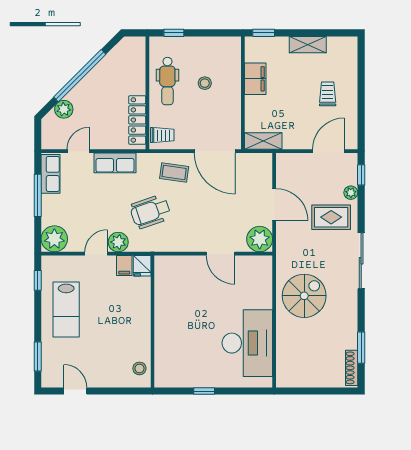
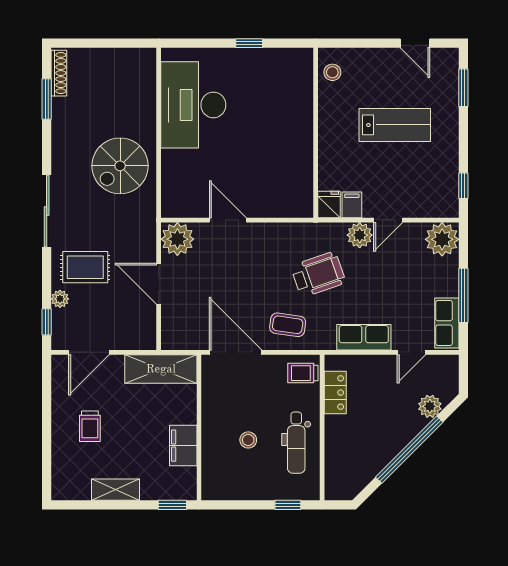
dental chair: (167, 81) -> (296, 443), turned 180
locker: (137, 120) -> (335, 393), width x0.66
shelving: (263, 141) -> (161, 369), width x1.50, depth x1.33
lab bench: (66, 309) -> (395, 125), moved, turned 90

